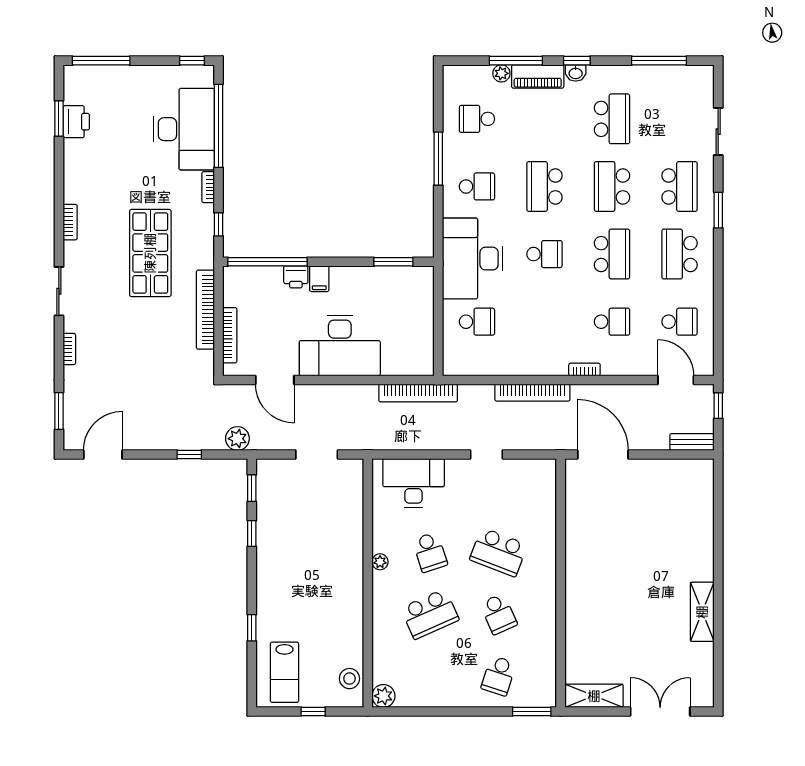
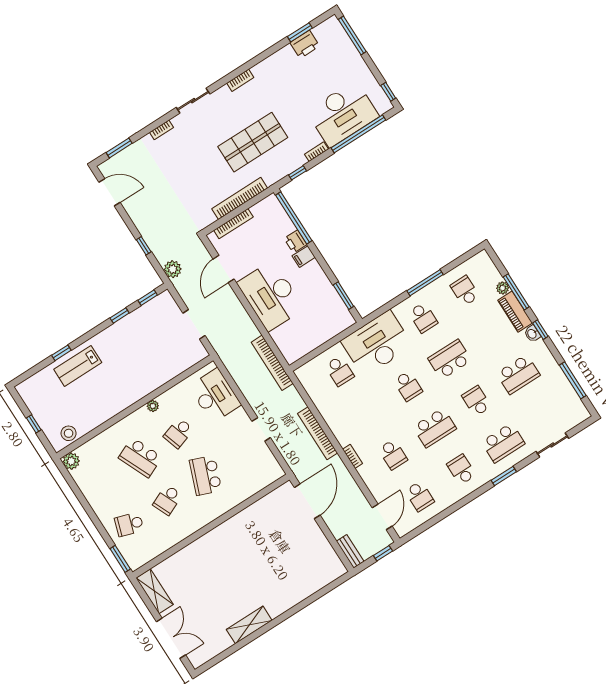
school desk: (612, 186) -> (476, 401), width x0.54
school desk: (680, 254) -> (461, 470), width x0.54
lab bench: (284, 672) -> (78, 366), moved

